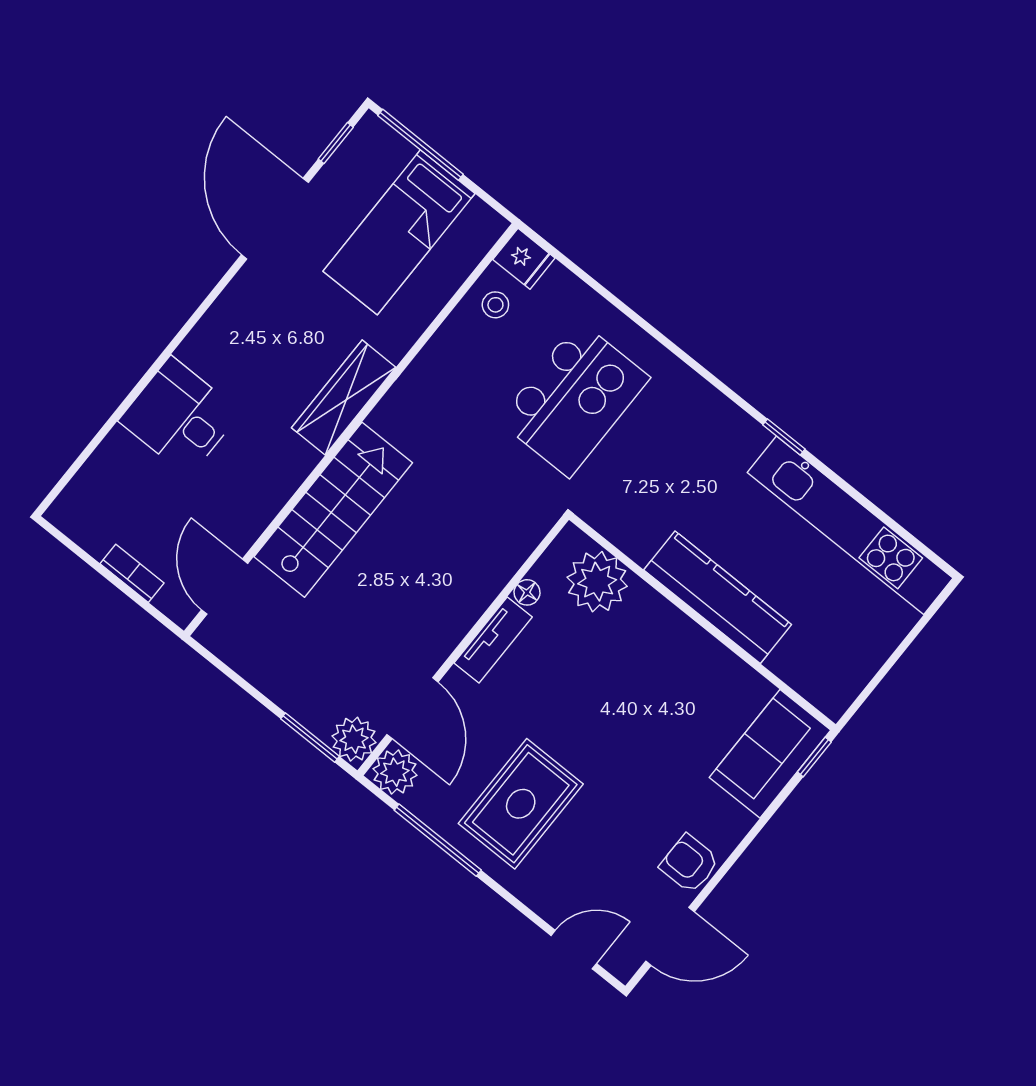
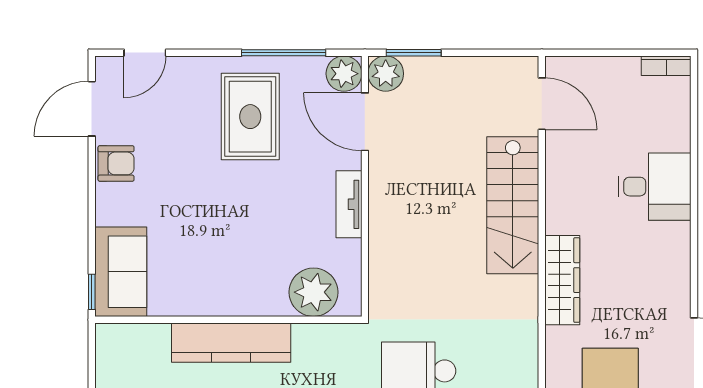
bookcase: (132, 573) -> (666, 66), moved
floor lamp: (527, 592) -> (352, 251), removed

